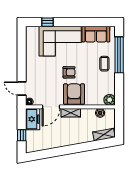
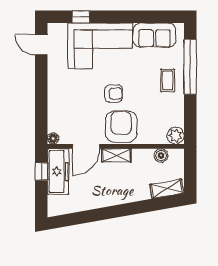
door: (22, 88) -> (41, 45), moved
freezer: (33, 119) -> (58, 172), width x1.40
window: (22, 135) -> (41, 171), moved

